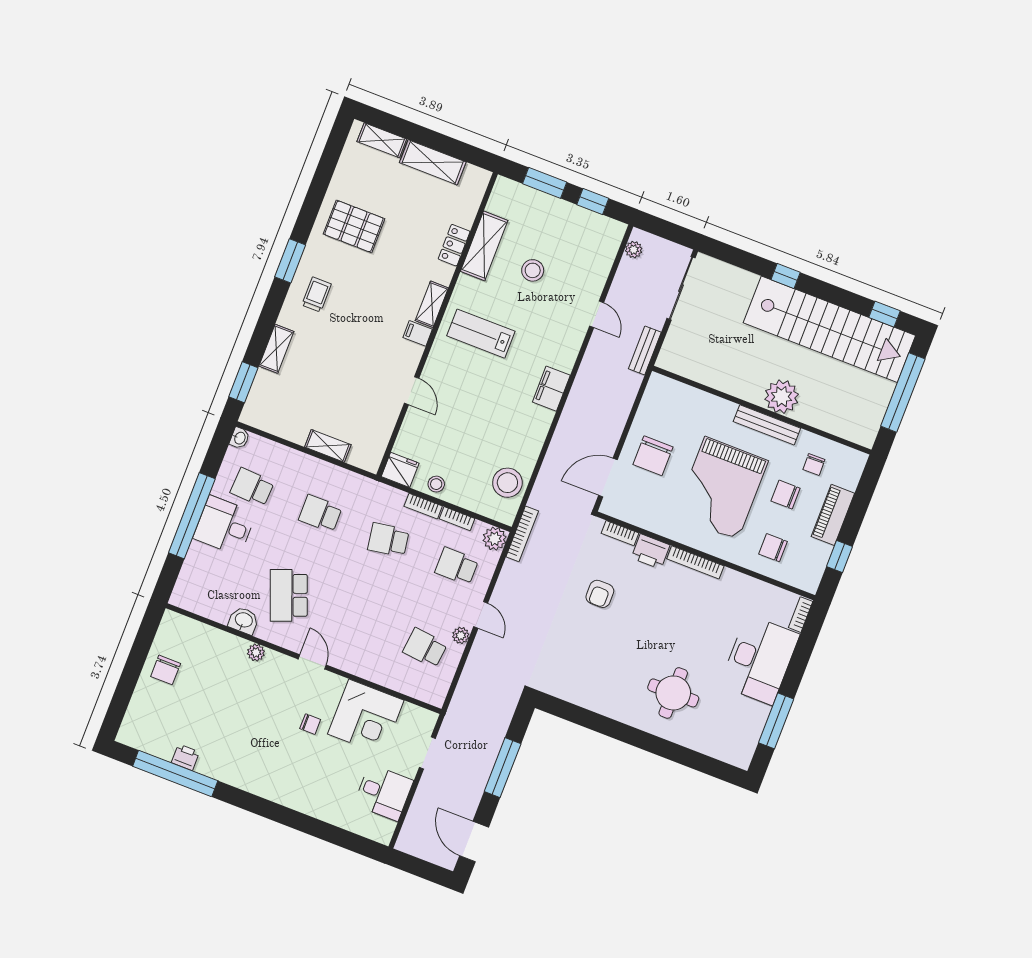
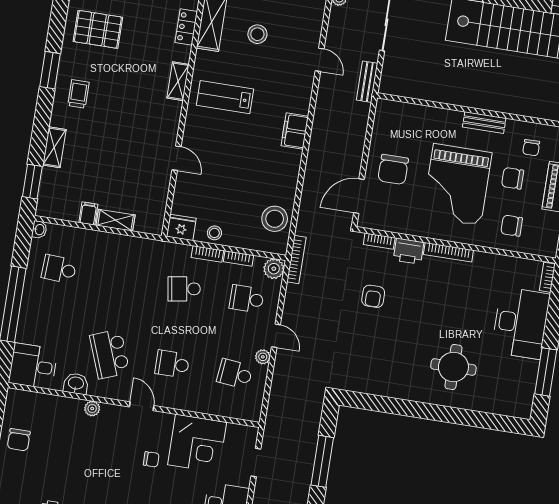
filing cabinet: (418, 333) -> (88, 213), moved, turned 90
plant: (782, 397) -> (491, 96), removed
bench: (767, 425) -> (484, 123), width x0.73
school desk: (320, 514) -> (172, 364), moved
desk: (225, 526) -> (33, 366), moved

